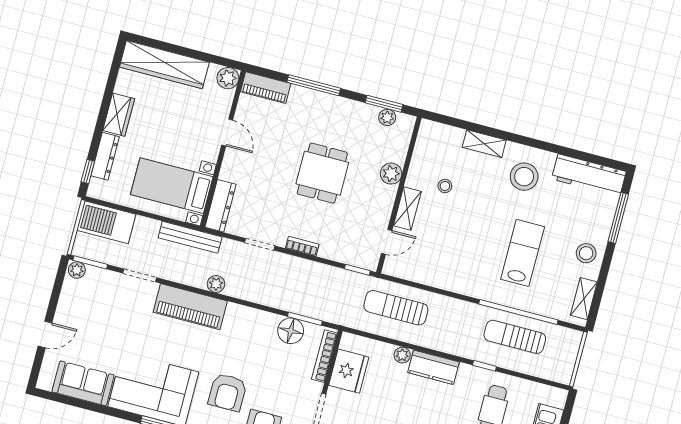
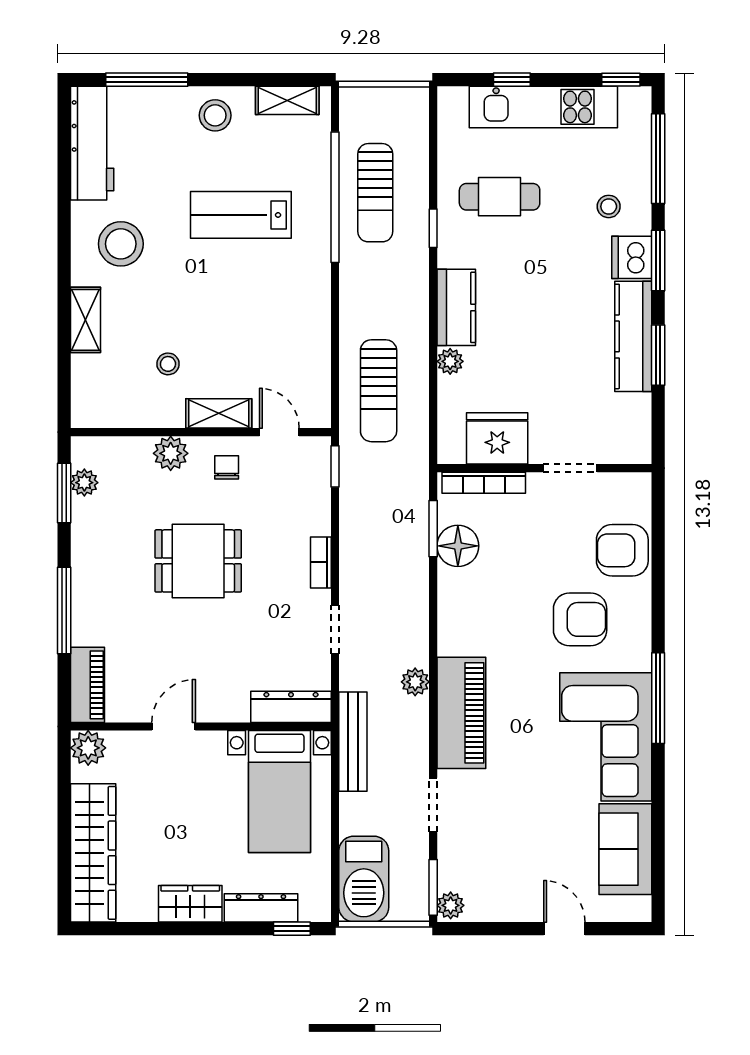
chair: (374, 205) -> (227, 467), added

